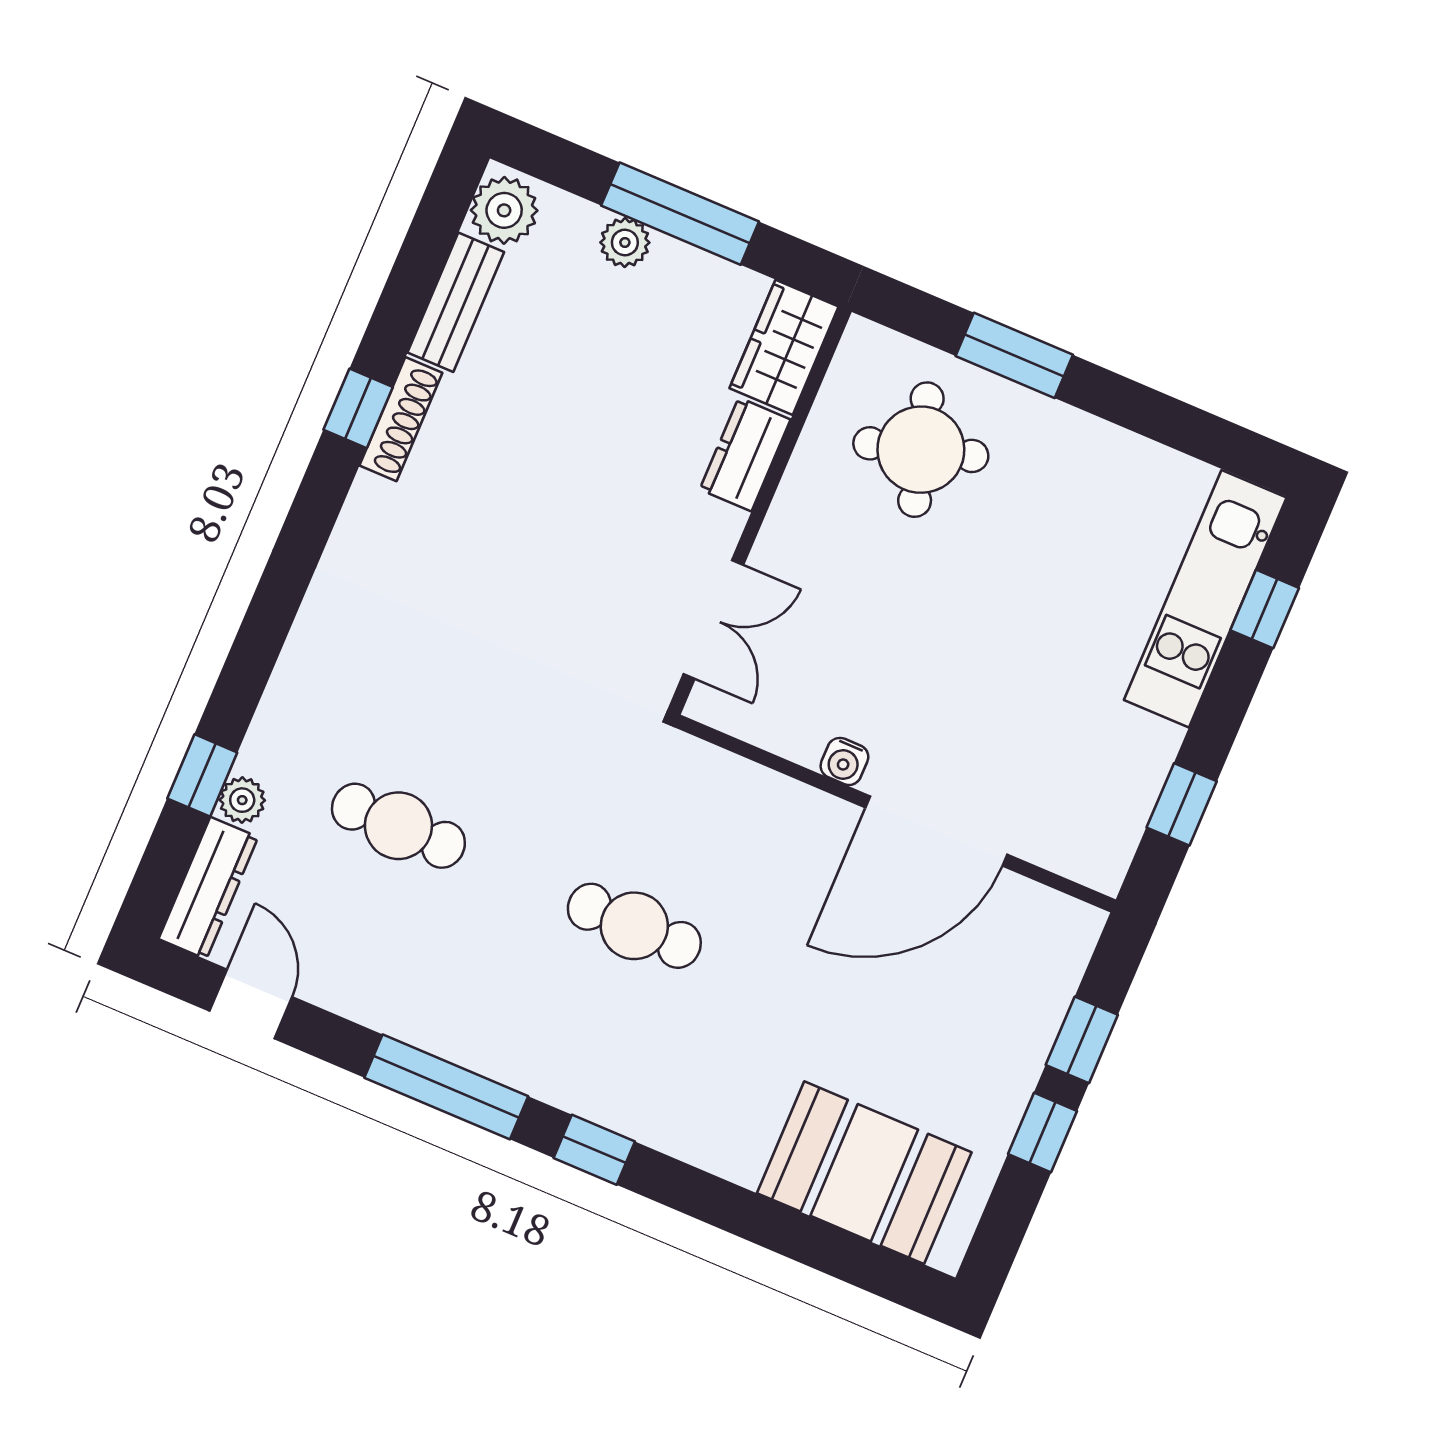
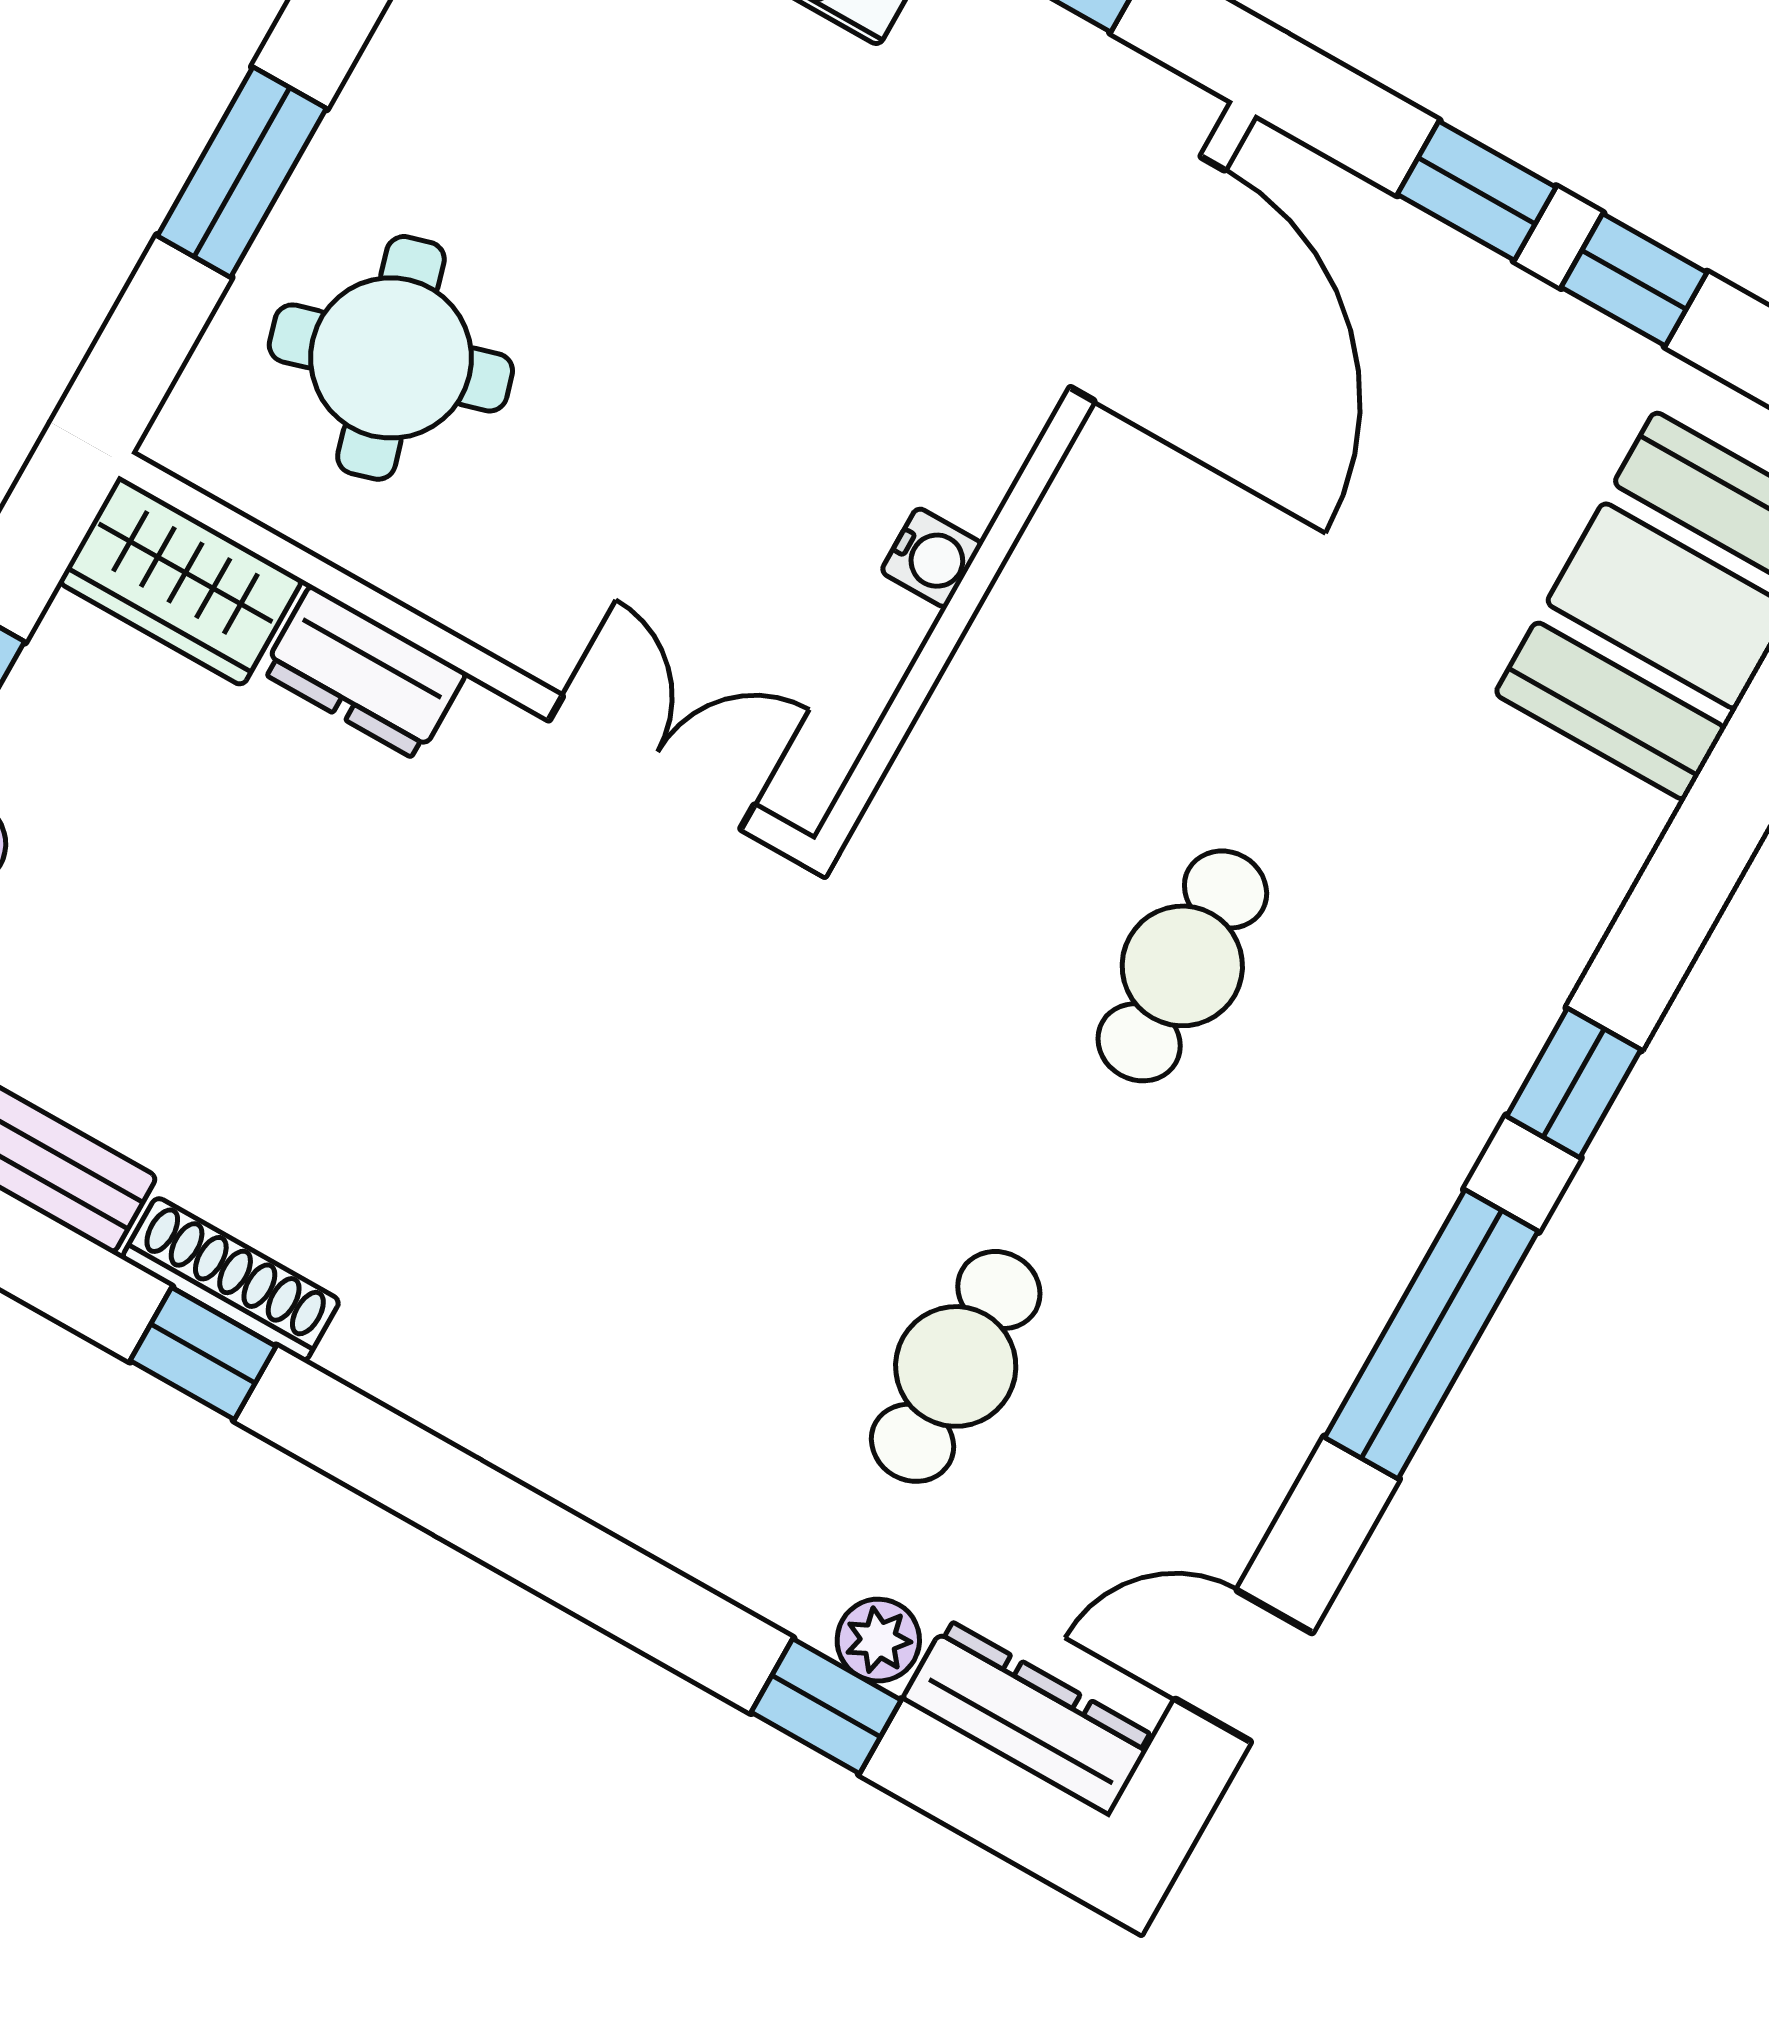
door: (936, 831) -> (1147, 279), moved

